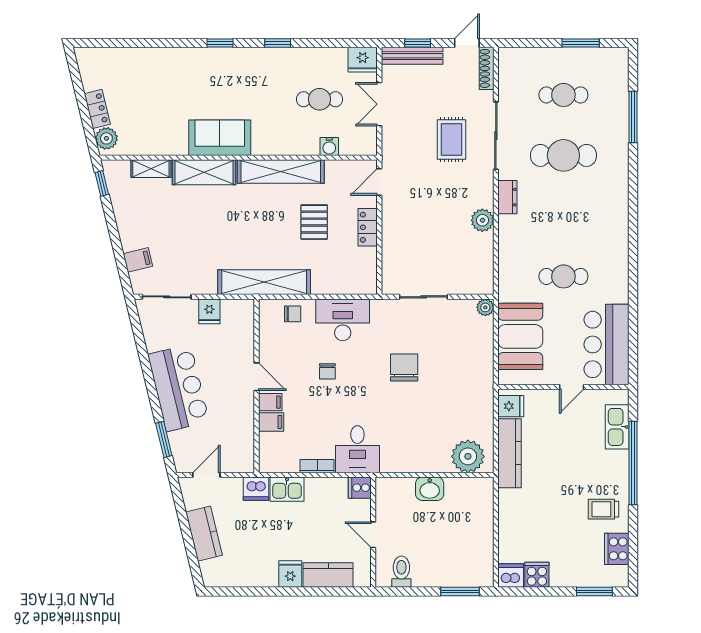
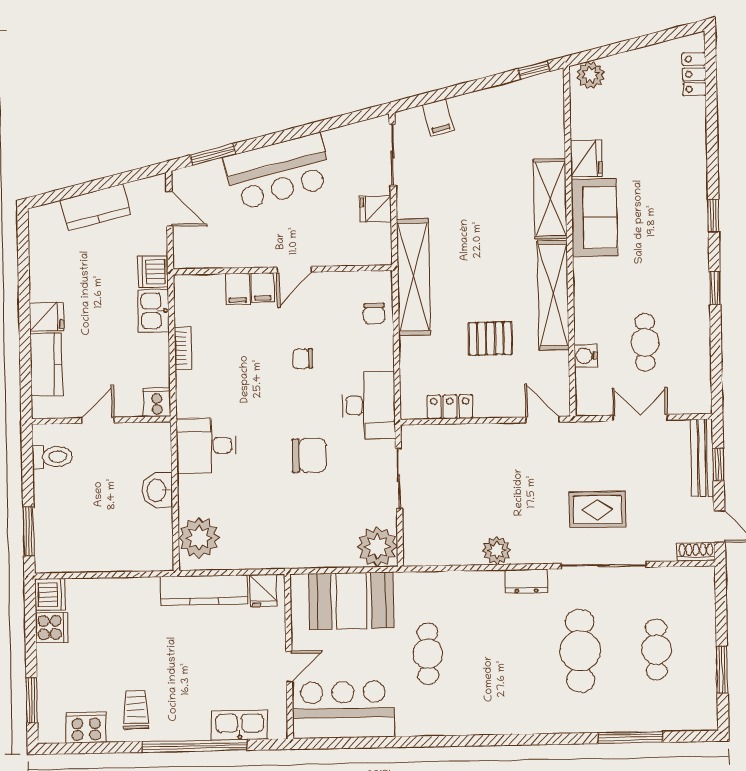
fridge: (363, 60) -> (586, 158), moved, turned 180
shoe rack: (487, 68) -> (696, 552), width x0.70
locker: (97, 109) -> (694, 74), moved, turned 104
shelving: (151, 169) -> (554, 132), removed
locker: (368, 227) -> (450, 407), moved
plant: (485, 307) -> (377, 547), width x1.87, depth x1.87
desk: (343, 320) -> (368, 405), moved
door: (572, 387) -> (289, 667), swing flipped
desk: (357, 449) -> (206, 446), moved

